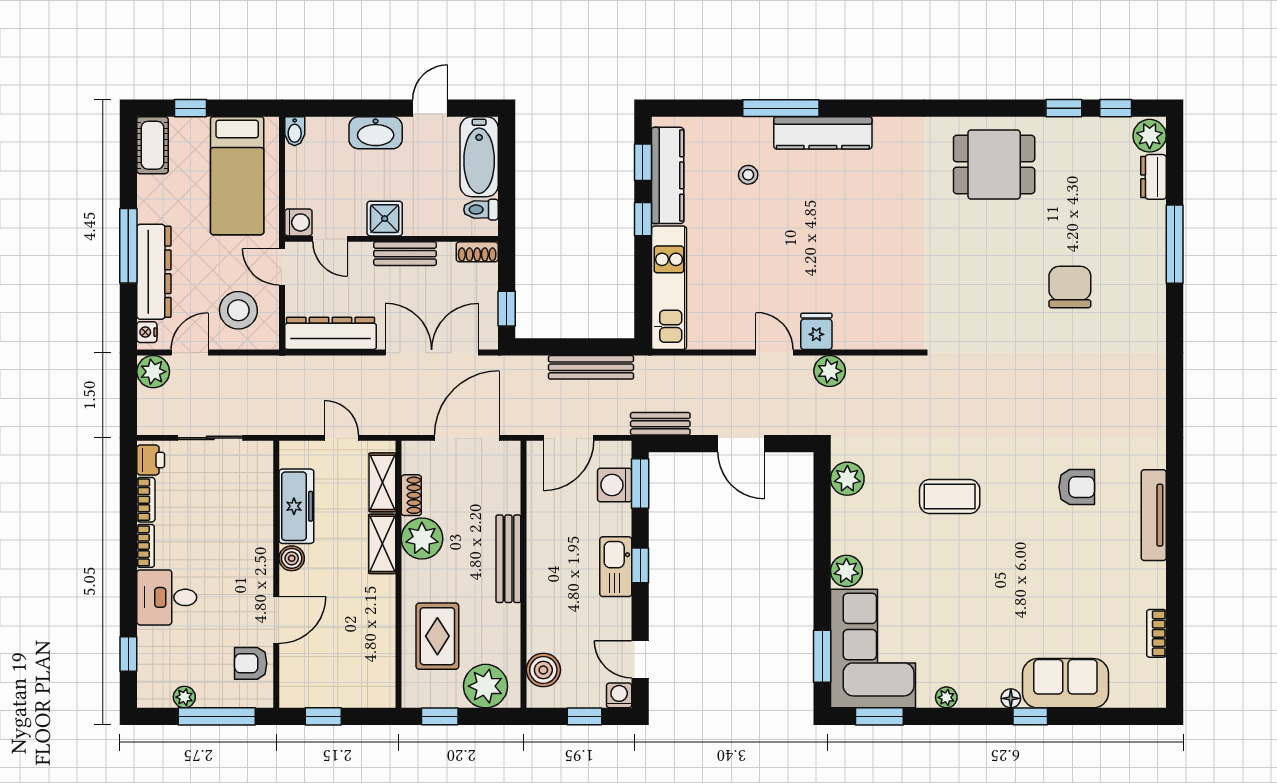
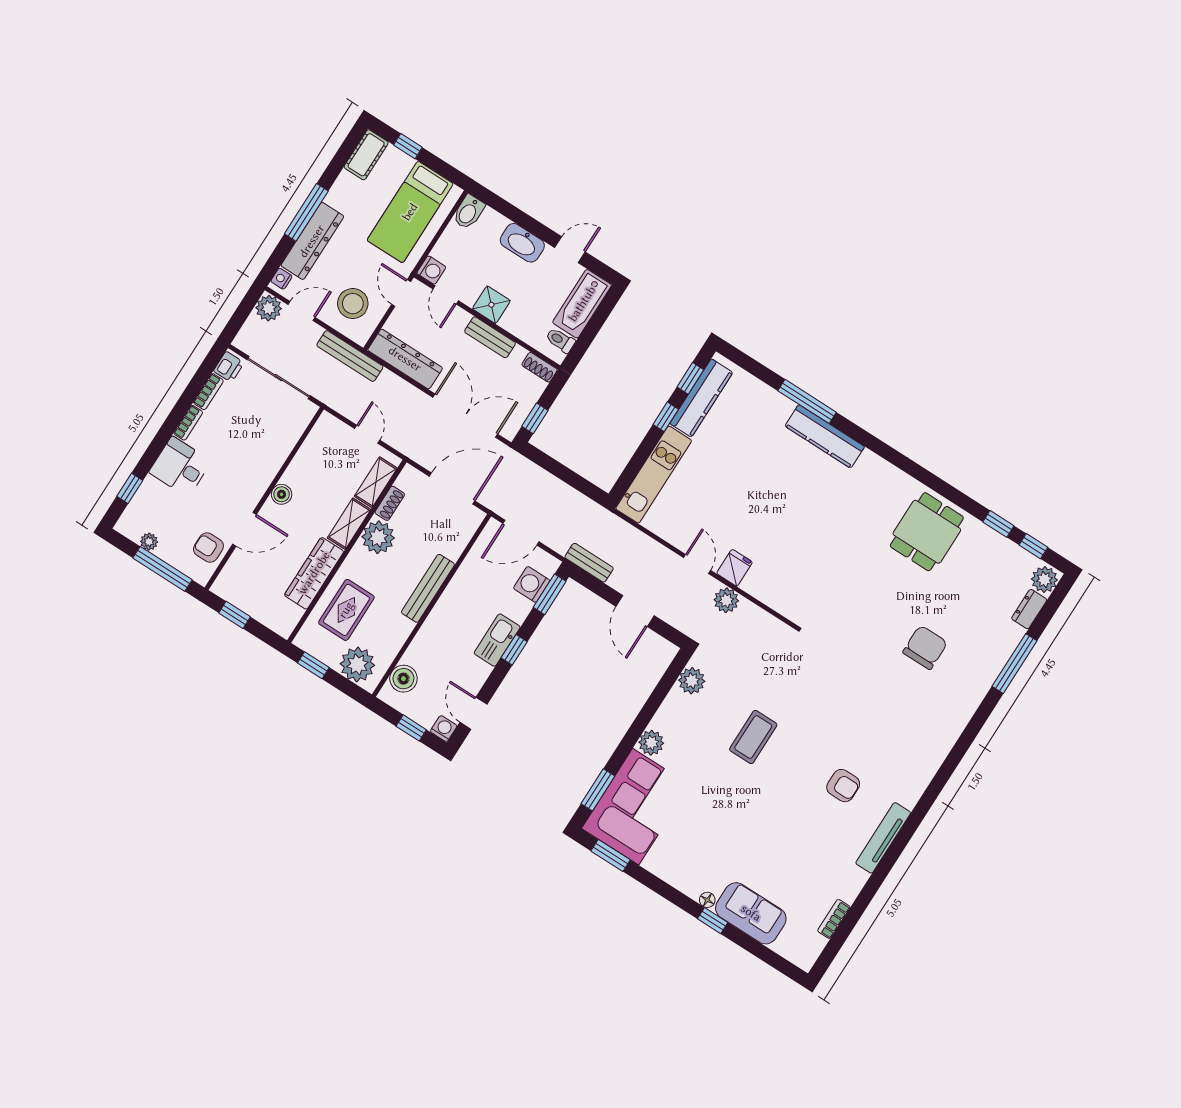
bidet: (295, 131) -> (469, 212), width x1.38, depth x1.36
dining table: (994, 164) -> (927, 532), turned 90
stool: (748, 175) -> (756, 432), removed
bench: (591, 367) -> (350, 356), moved
sliding door: (210, 438) -> (279, 378), width x1.37
coffee table: (950, 496) -> (753, 737), turned 90
freezer: (296, 506) -> (307, 461), removed
wardrobe: (379, 620) -> (314, 573), added
plant: (946, 697) -> (664, 871), removed

